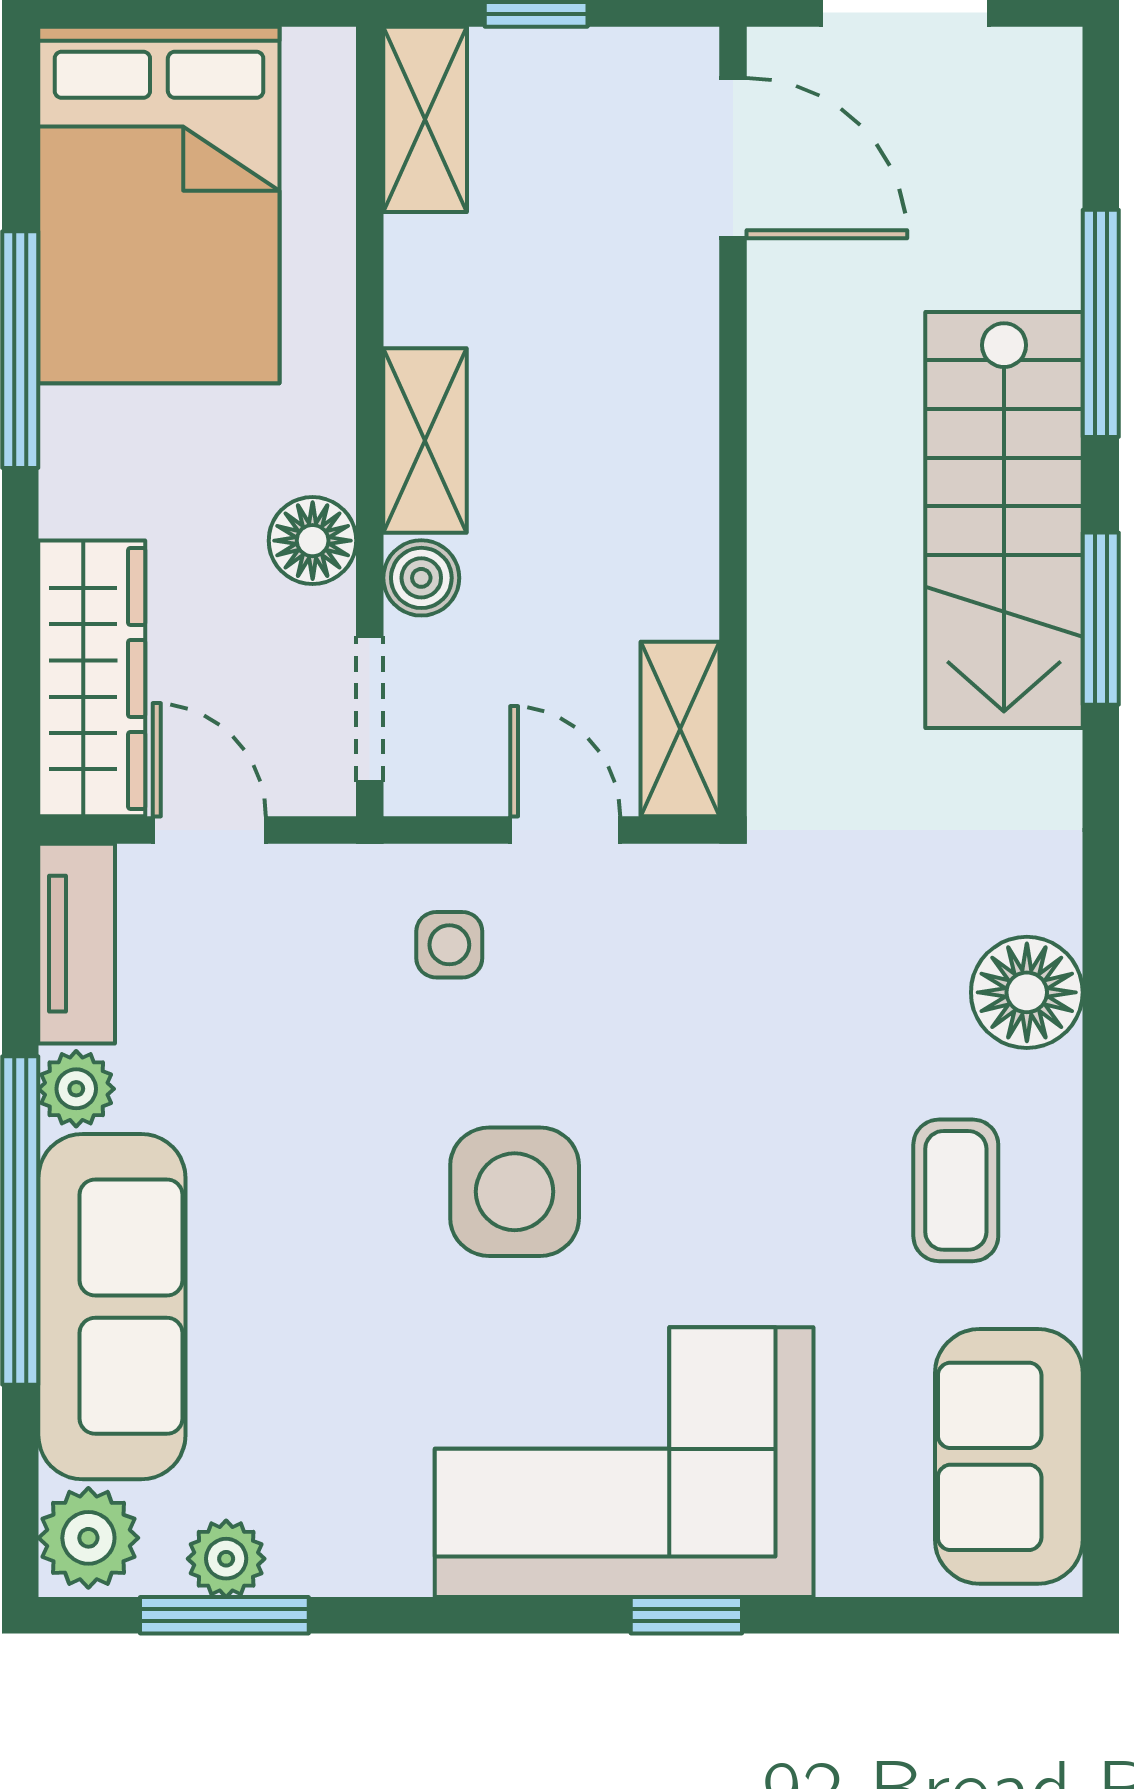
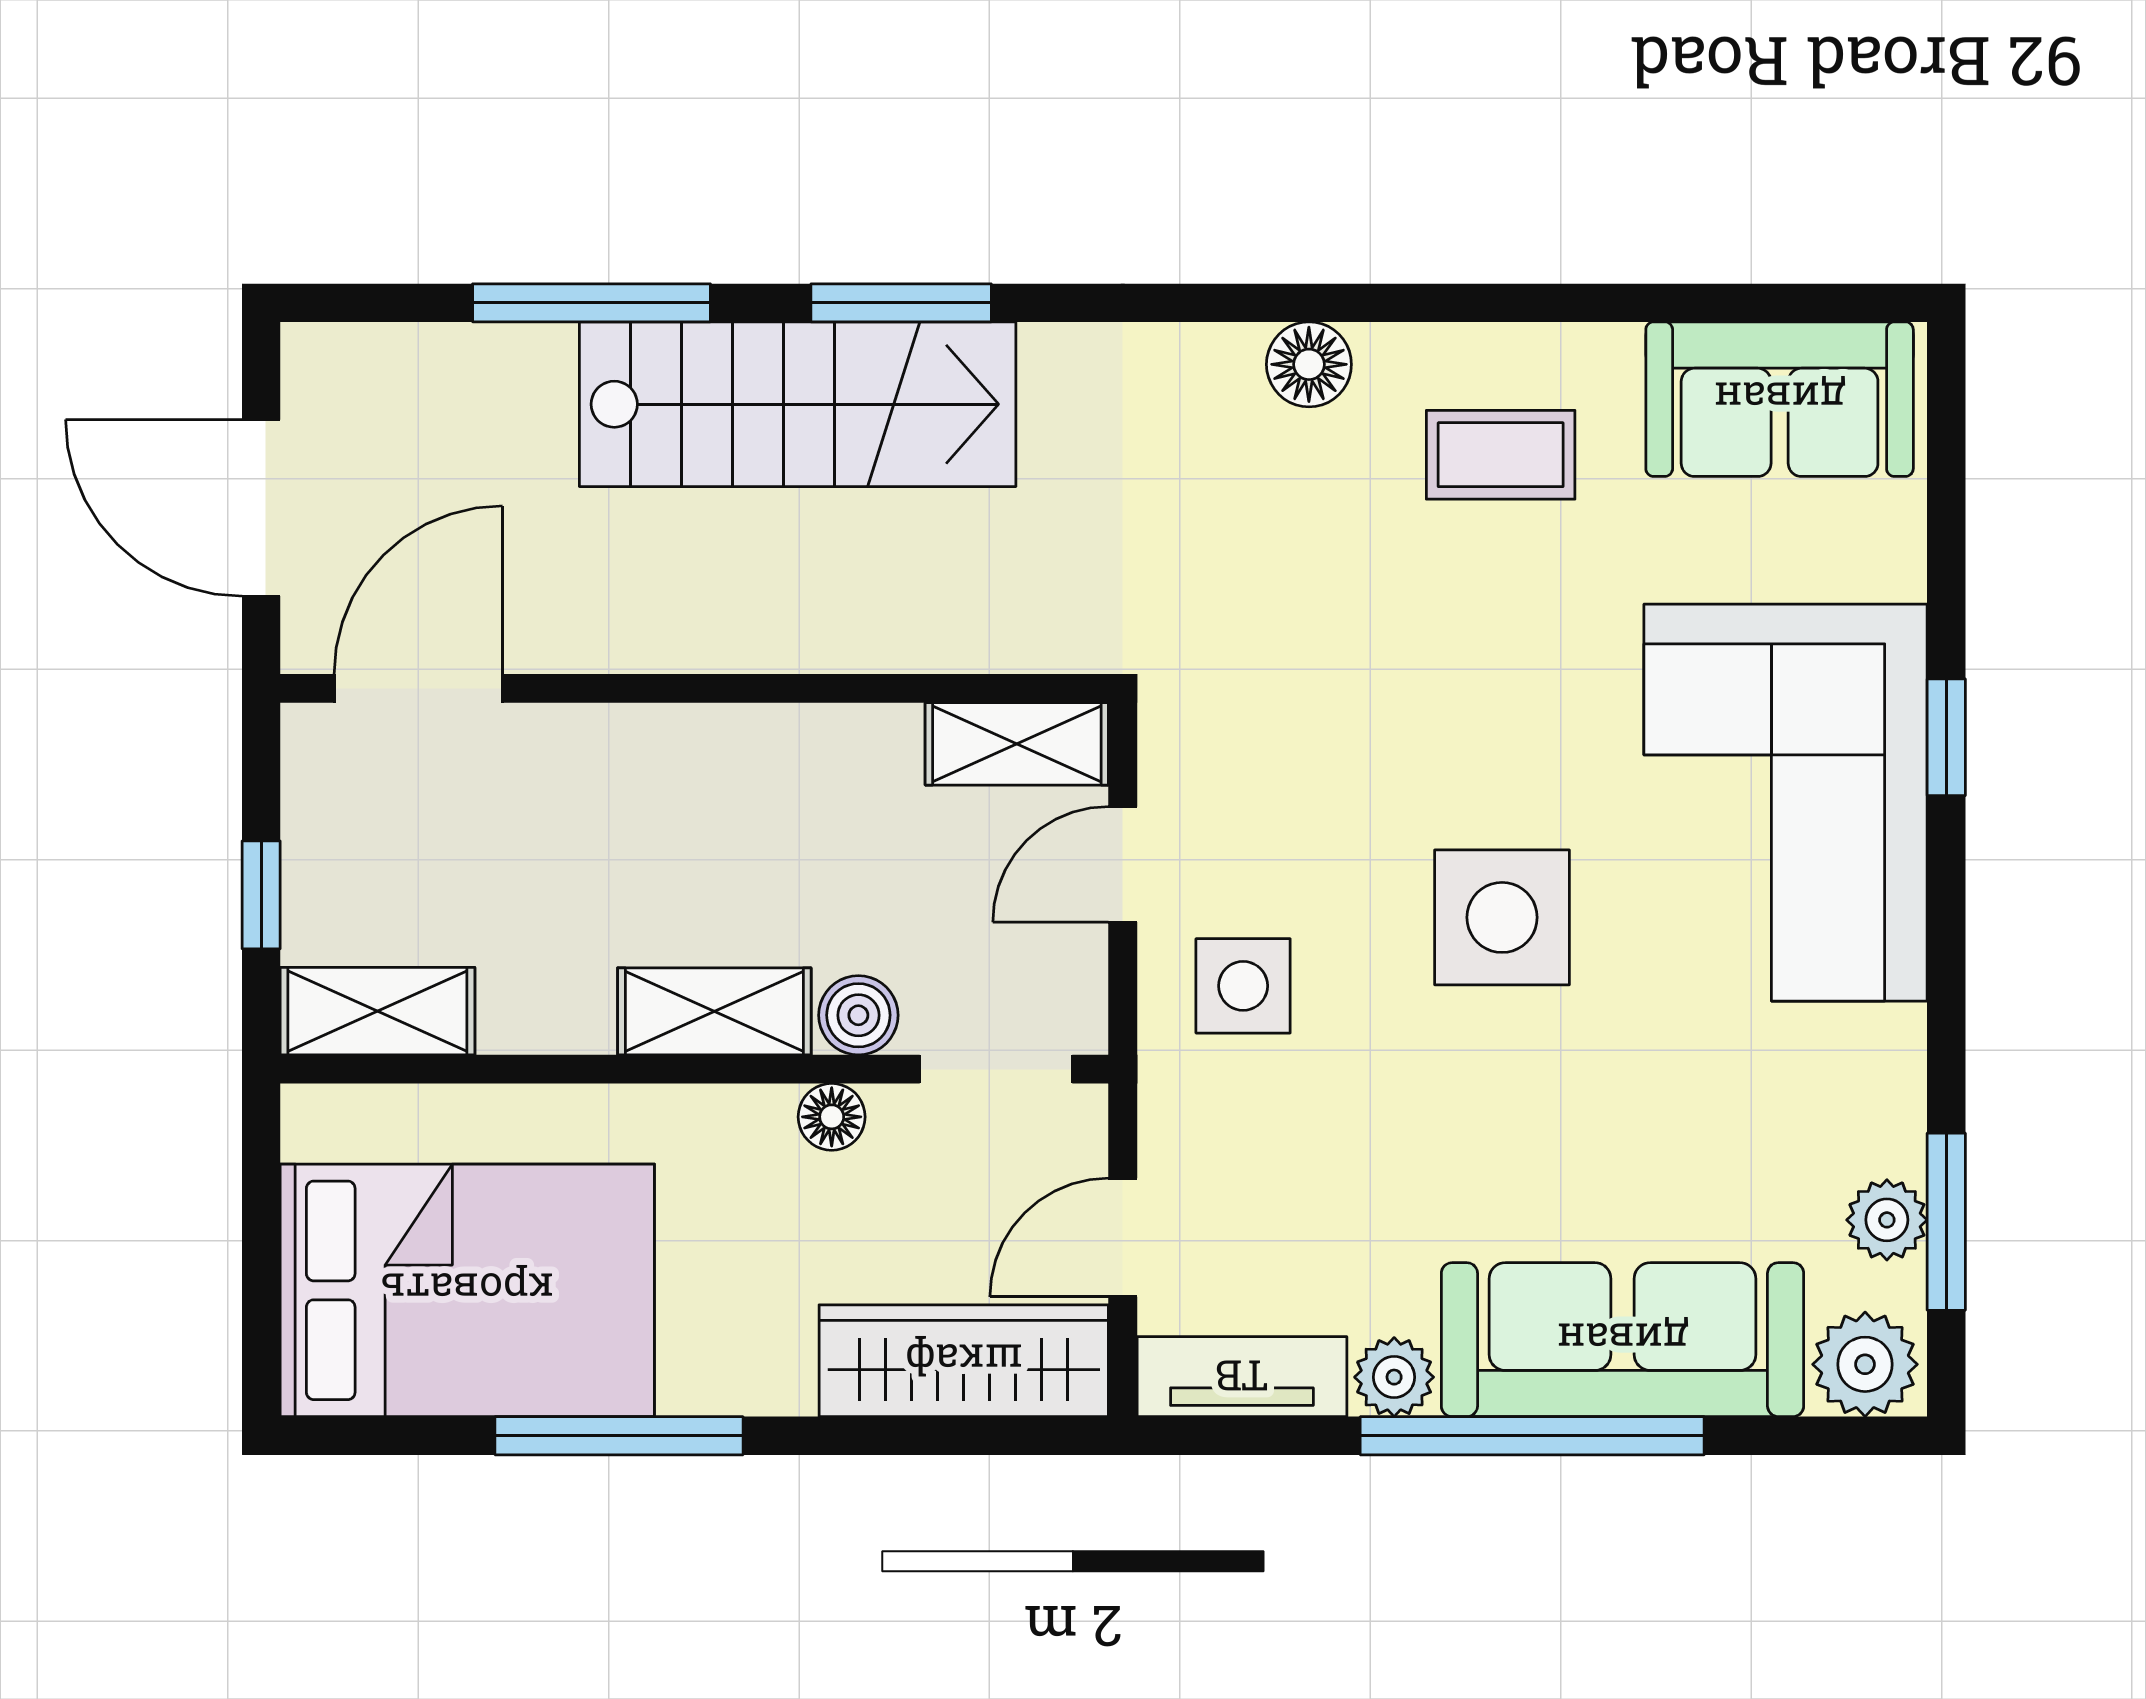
floor lamp: (313, 541) -> (832, 1117), width x0.73, depth x0.73
side table: (449, 945) -> (1243, 986), width x1.37, depth x1.37
floor lamp: (1027, 992) -> (1309, 364), width x0.73, depth x0.73

